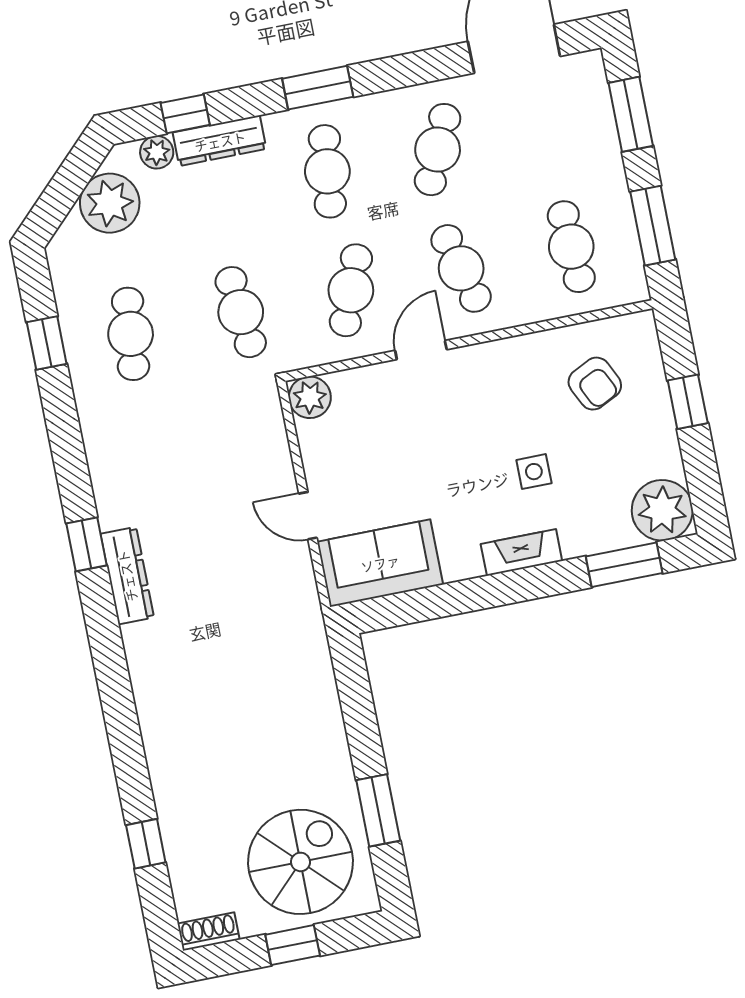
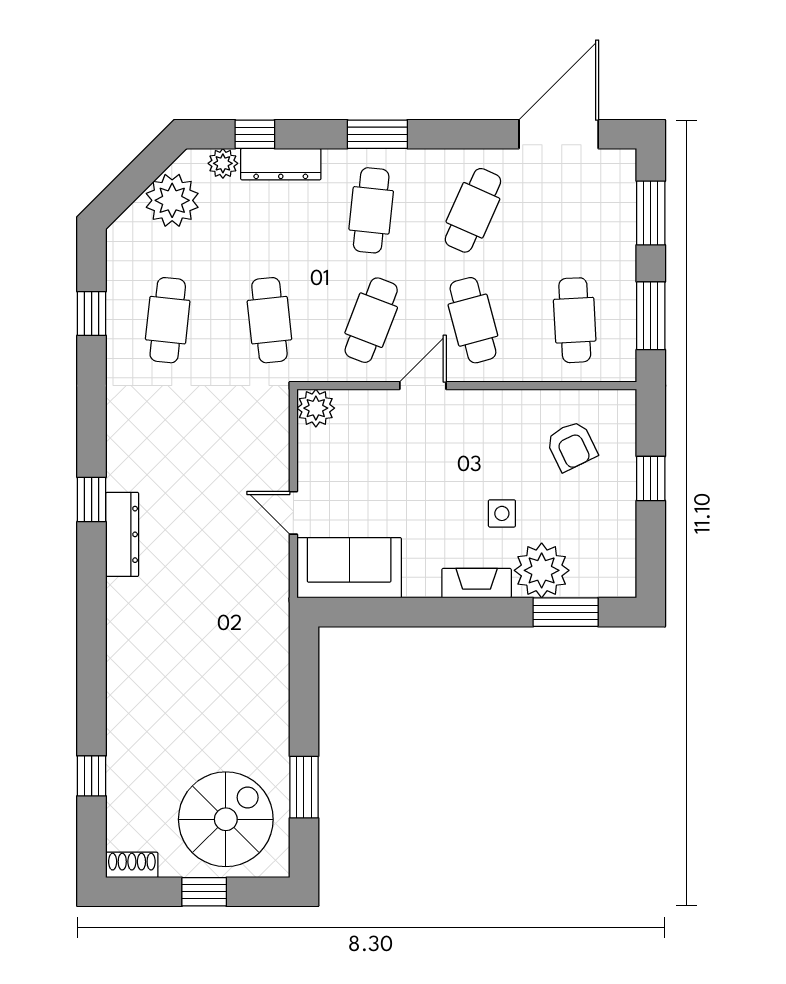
plant: (662, 510) -> (542, 570), moved

